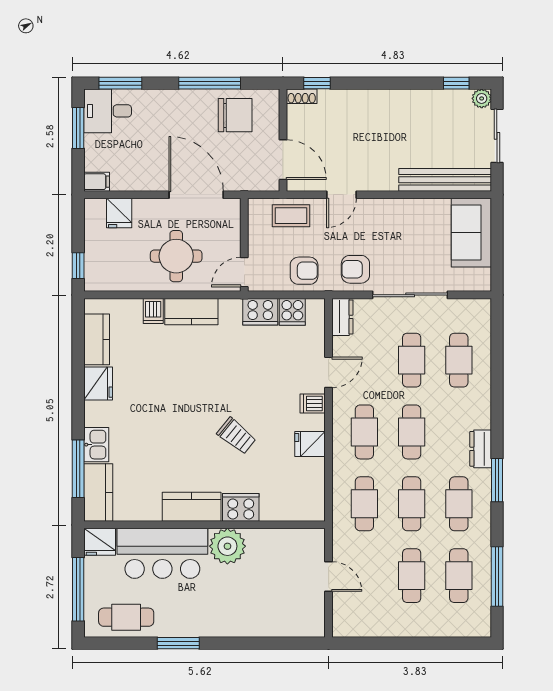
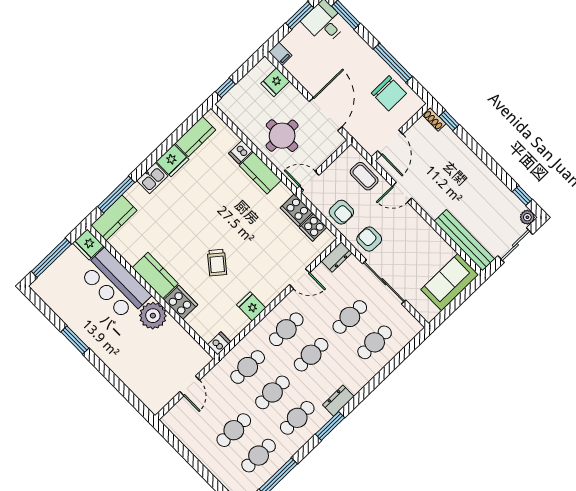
dishwasher: (313, 404) -> (219, 343), moved, turned 90
kitchen sink: (96, 445) -> (152, 178), moved
cafe table: (126, 617) -> (62, 298), removed

